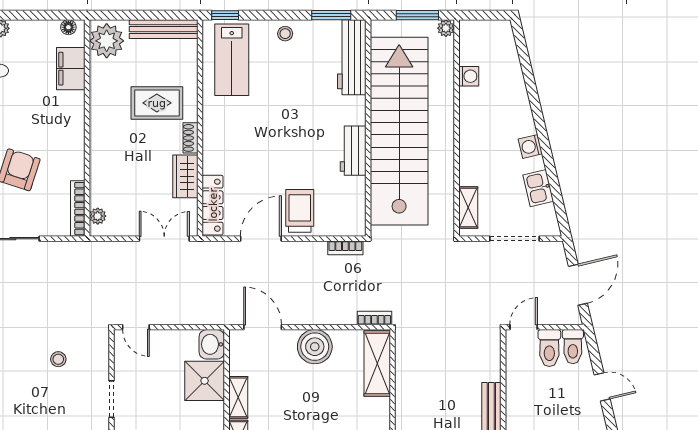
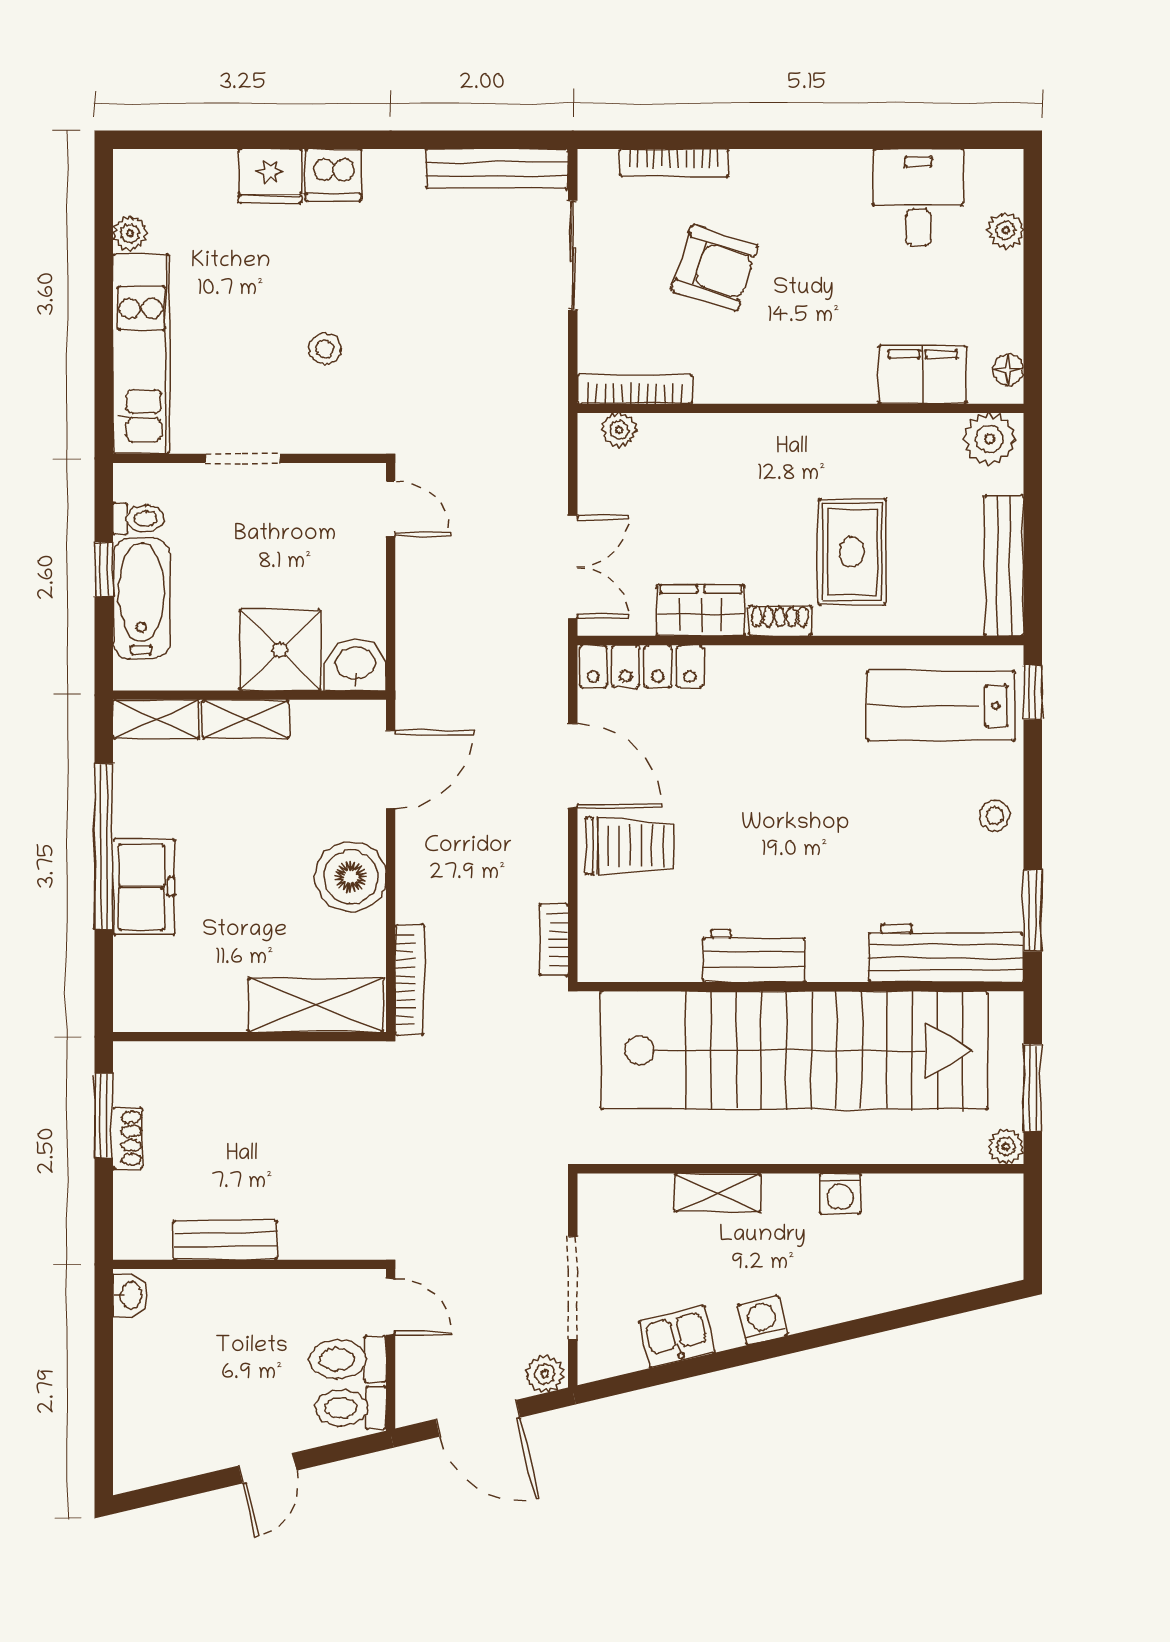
plant: (107, 41) -> (989, 439), width x0.73, depth x0.73
washing machine: (469, 76) -> (840, 1194), moved
shelving: (468, 208) -> (718, 1193), moved
plant: (556, 252) -> (545, 1374), added
bookcase: (374, 318) -> (409, 980), width x1.56
door: (136, 327) -> (391, 509), swing flipped

